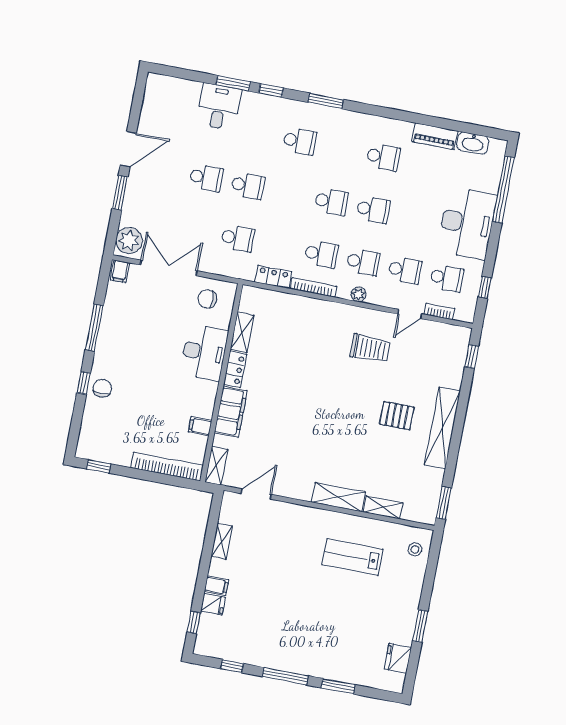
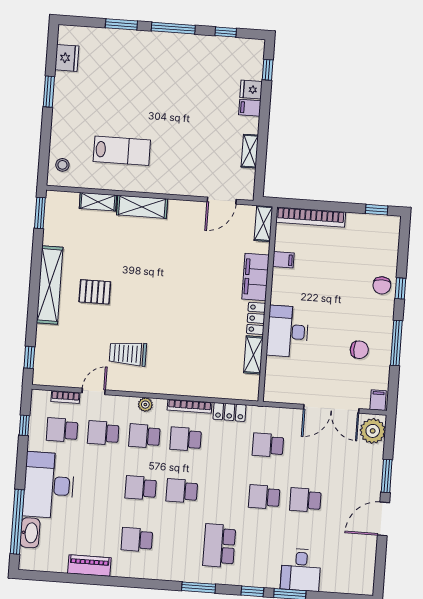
school desk: (300, 141) -> (219, 546), width x1.85
washbasin: (473, 143) -> (30, 533), moved, turned 90
chair: (207, 299) -> (359, 350), moved

